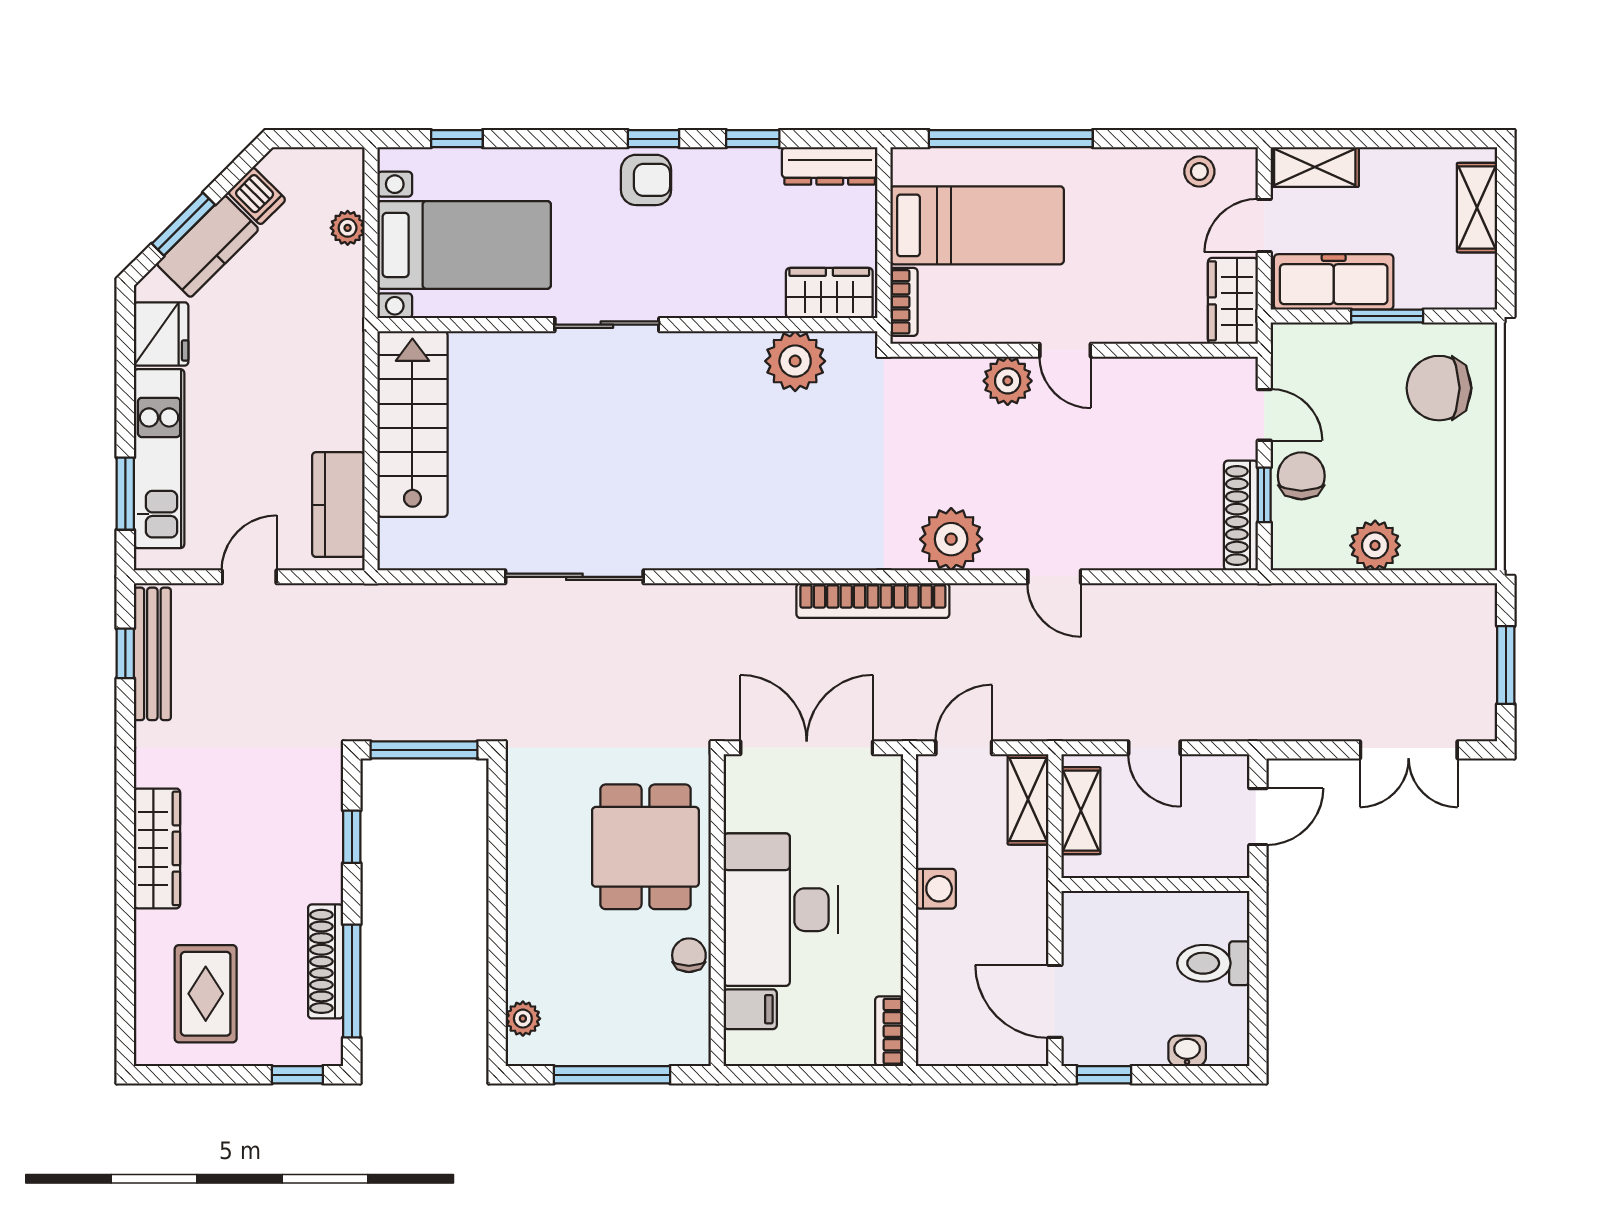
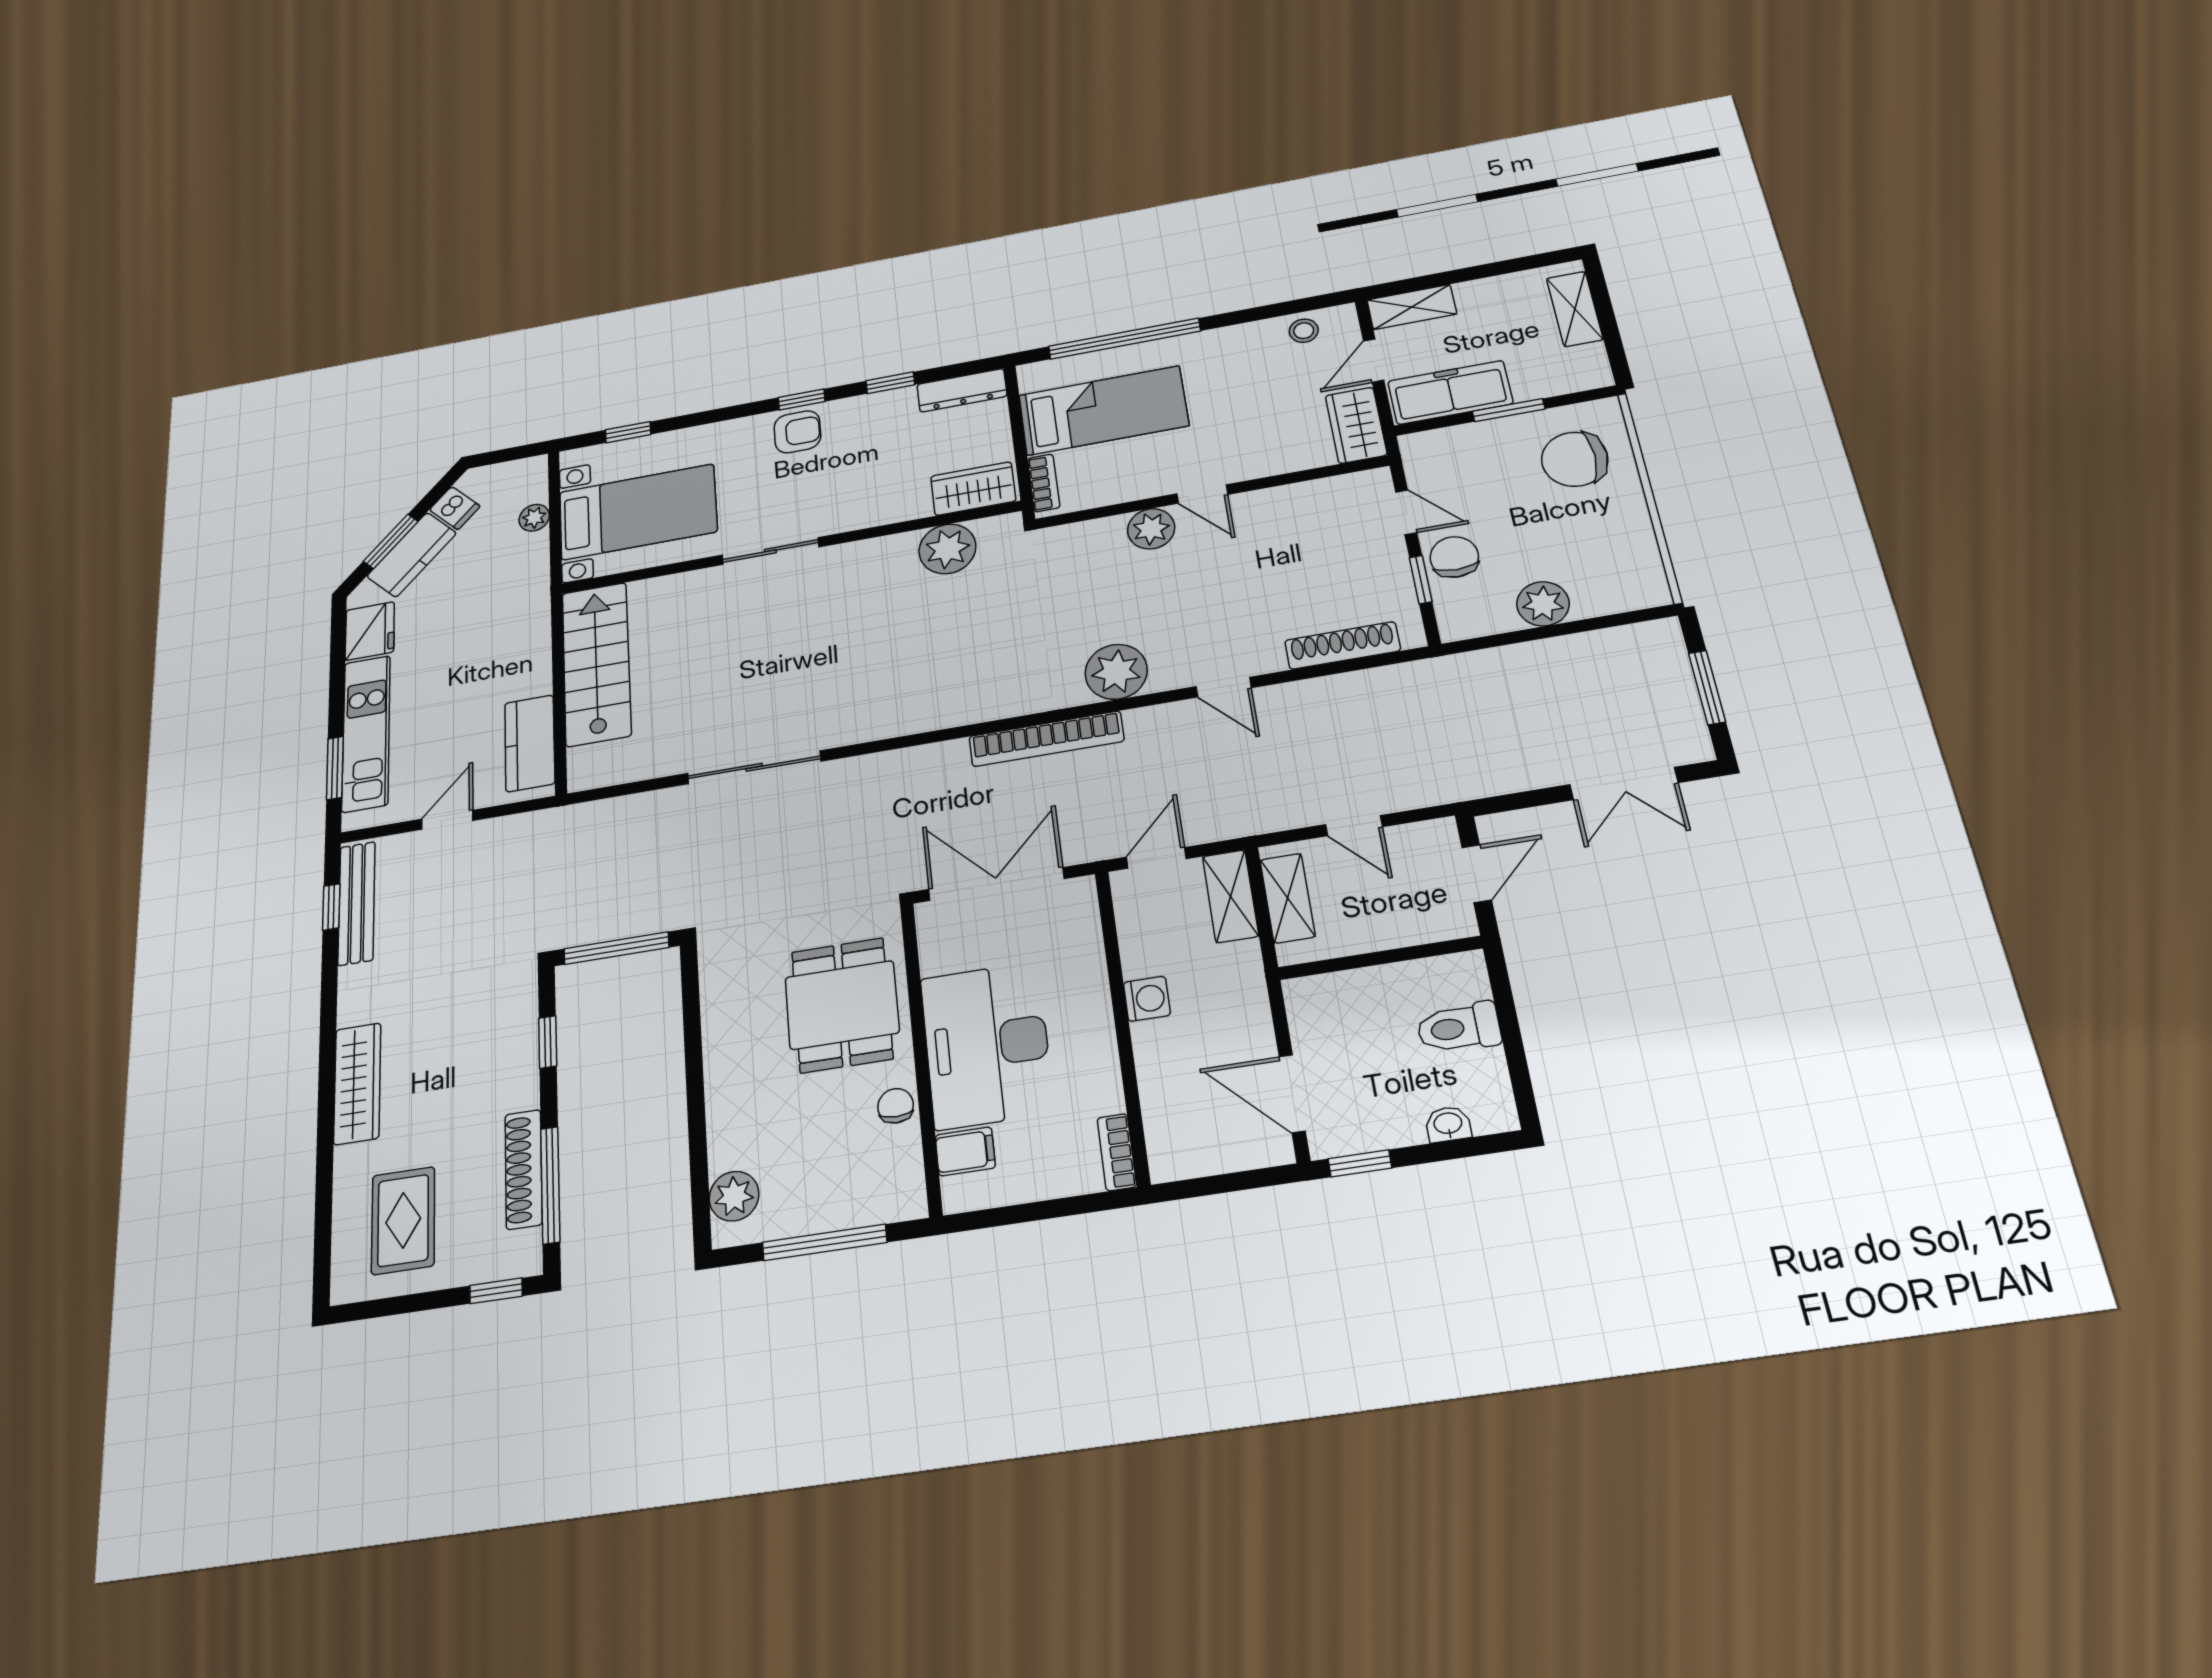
shoe rack: (1241, 515) -> (1343, 646), moved, turned 90
plant: (523, 1019) -> (734, 1196), width x1.38, depth x1.38

